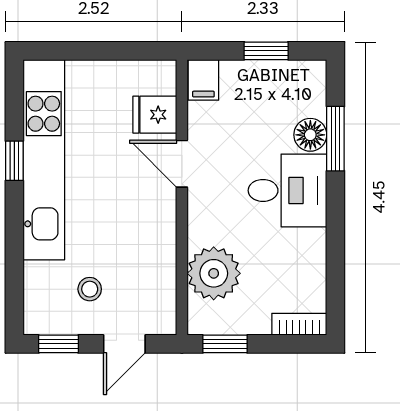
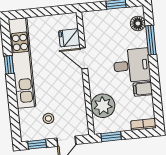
filing cabinet: (203, 80) -> (143, 89), moved, turned 90
floor lamp: (310, 135) -> (138, 23), moved

